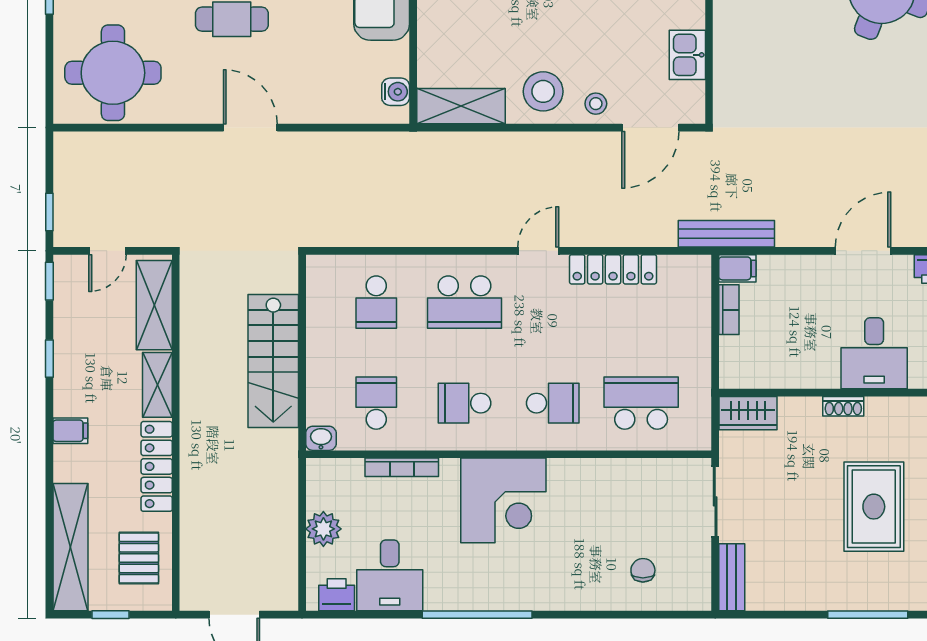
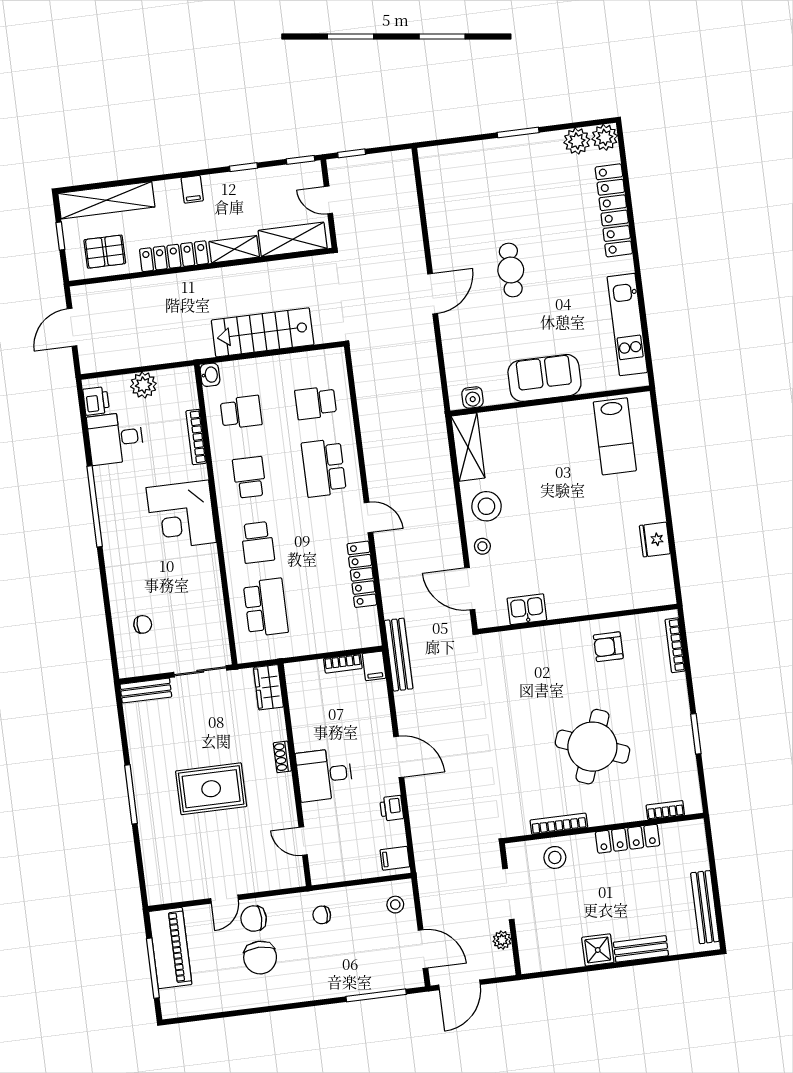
round table: (113, 73) -> (460, 187), removed

